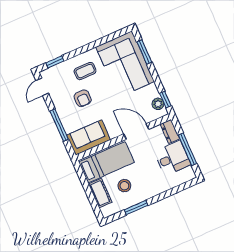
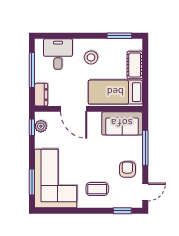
armchair: (83, 98) -> (127, 169), moved
desk: (172, 158) -> (58, 54), moved, turned 90
stool: (124, 186) -> (91, 57), moved
window: (136, 208) -> (119, 36), moved

